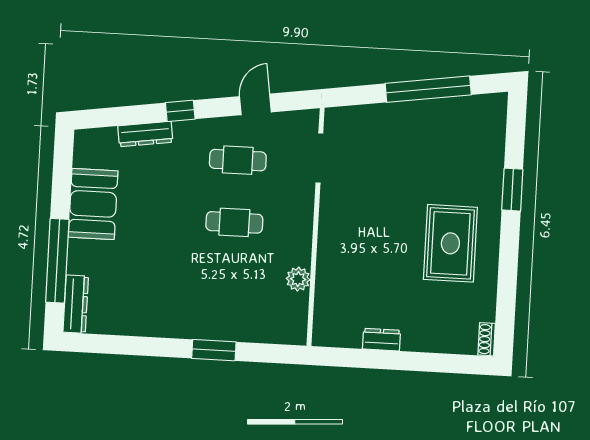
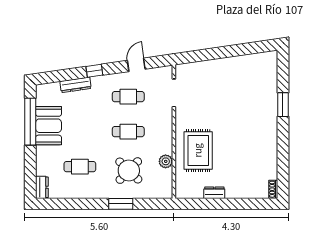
window: (428, 89) -> (233, 51), removed
rug: (450, 243) -> (198, 150), moved
window: (57, 261) -> (30, 122), moved
cafe table: (145, 280) -> (80, 167), added
round table: (232, 292) -> (129, 171), added
dresser: (76, 304) -> (42, 187), width x0.70

